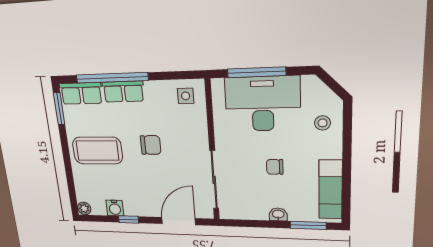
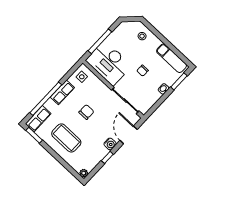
row of seats: (123, 92) -> (62, 92), moved
desk: (263, 104) -> (109, 63), moved, turned -90
coffee table: (97, 151) -> (66, 138), turned 90
water cooler: (115, 208) -> (110, 144), moved

